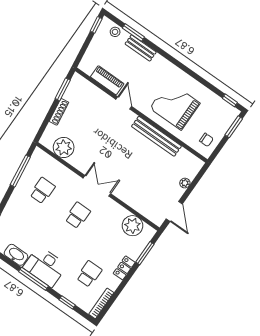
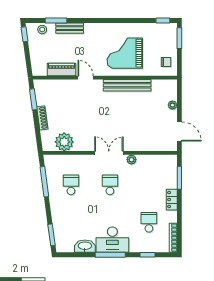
plant: (133, 226) -> (131, 160), moved, width x0.53, depth x0.53

